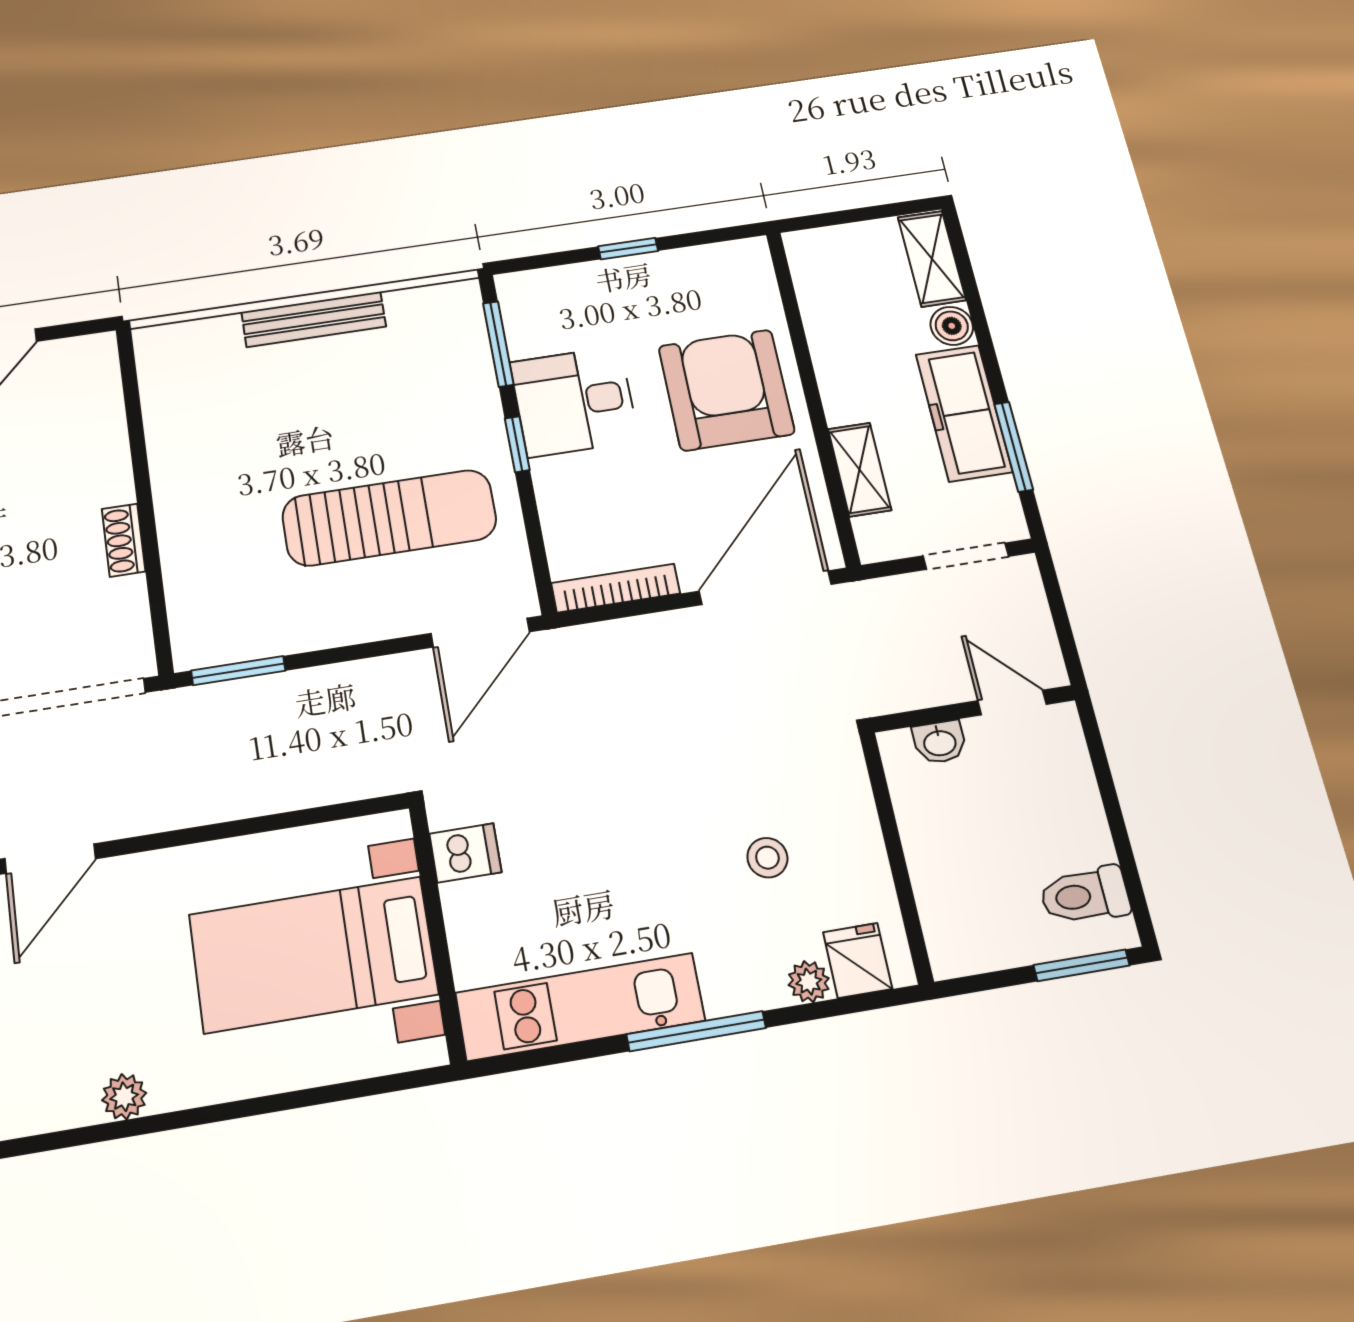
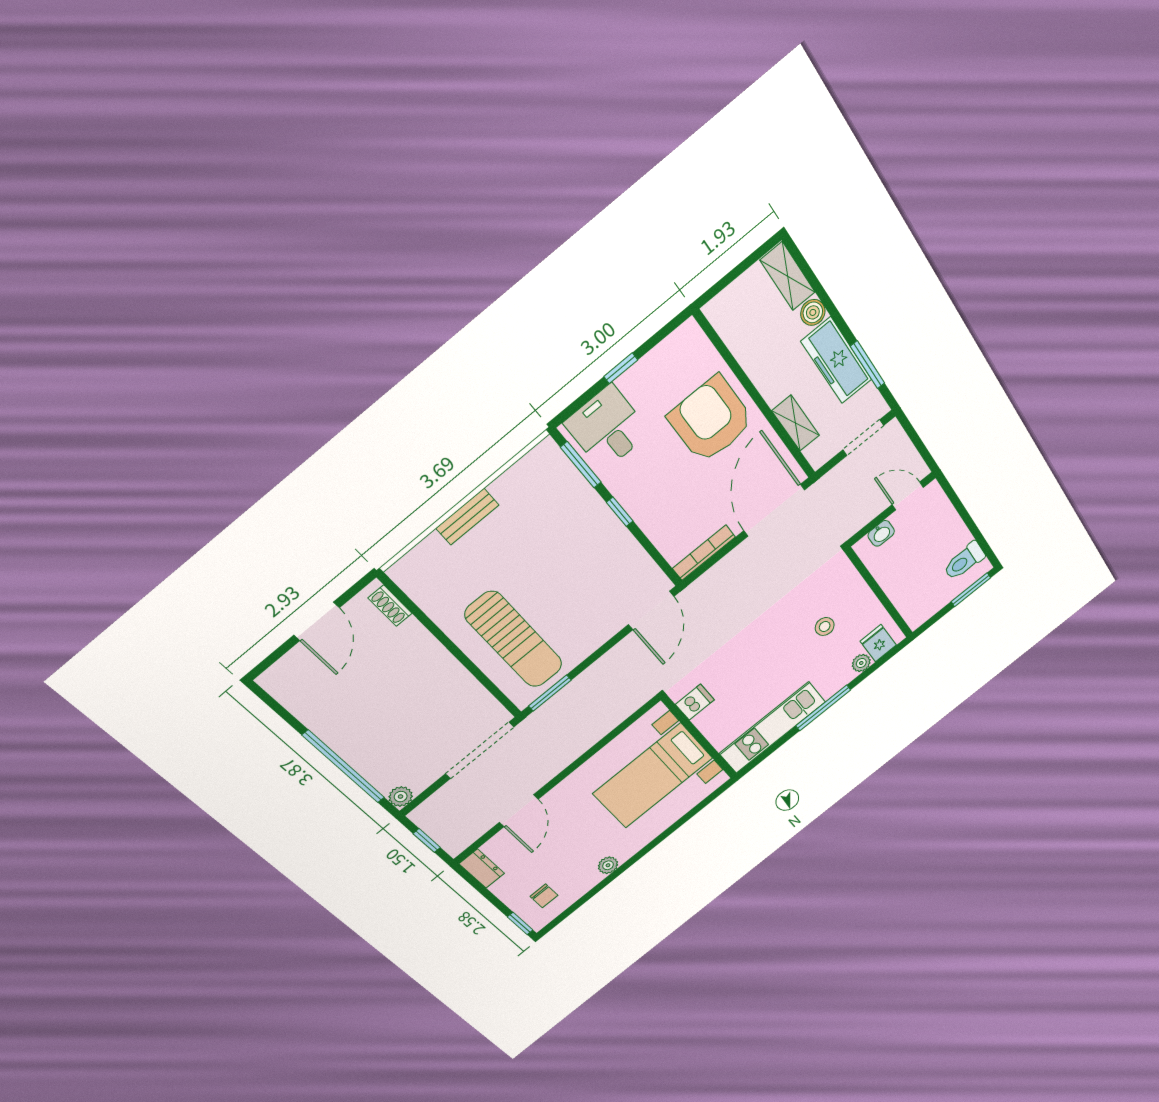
bench: (314, 319) -> (467, 517), width x0.73
desk: (574, 401) -> (607, 428), moved, turned 90
sun lounger: (389, 518) -> (514, 640), moved, turned 90
shoe rack: (124, 540) -> (390, 606), moved

